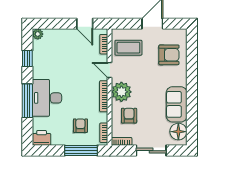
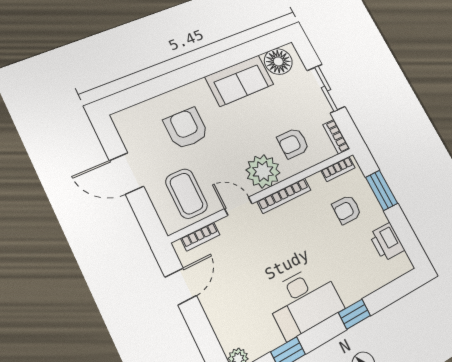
armchair: (169, 55) -> (186, 128), moved
door: (110, 70) -> (238, 206), swing flipped
desk: (47, 98) -> (304, 301), moved
window: (27, 101) -> (354, 314), width x0.46
printer: (42, 138) -> (387, 242), moved
window: (81, 151) -> (382, 190), width x0.69

